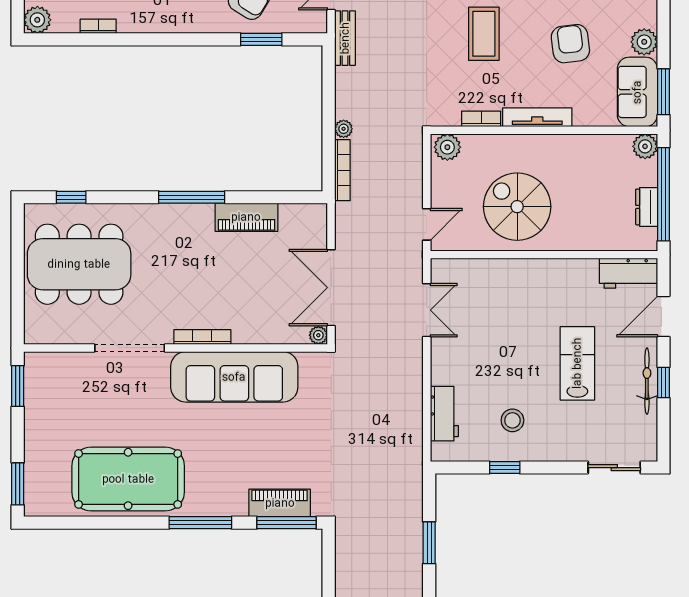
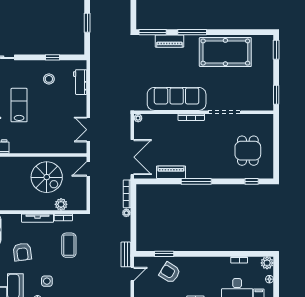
coffee table: (484, 34) -> (69, 245), moved
plant: (447, 147) -> (61, 204), moved
dining table: (79, 264) -> (248, 151), width x0.53, depth x0.80
double door: (331, 288) -> (132, 157), moved
lab bench: (577, 363) -> (19, 105), turned 180
piano: (280, 503) -> (169, 41), moved

